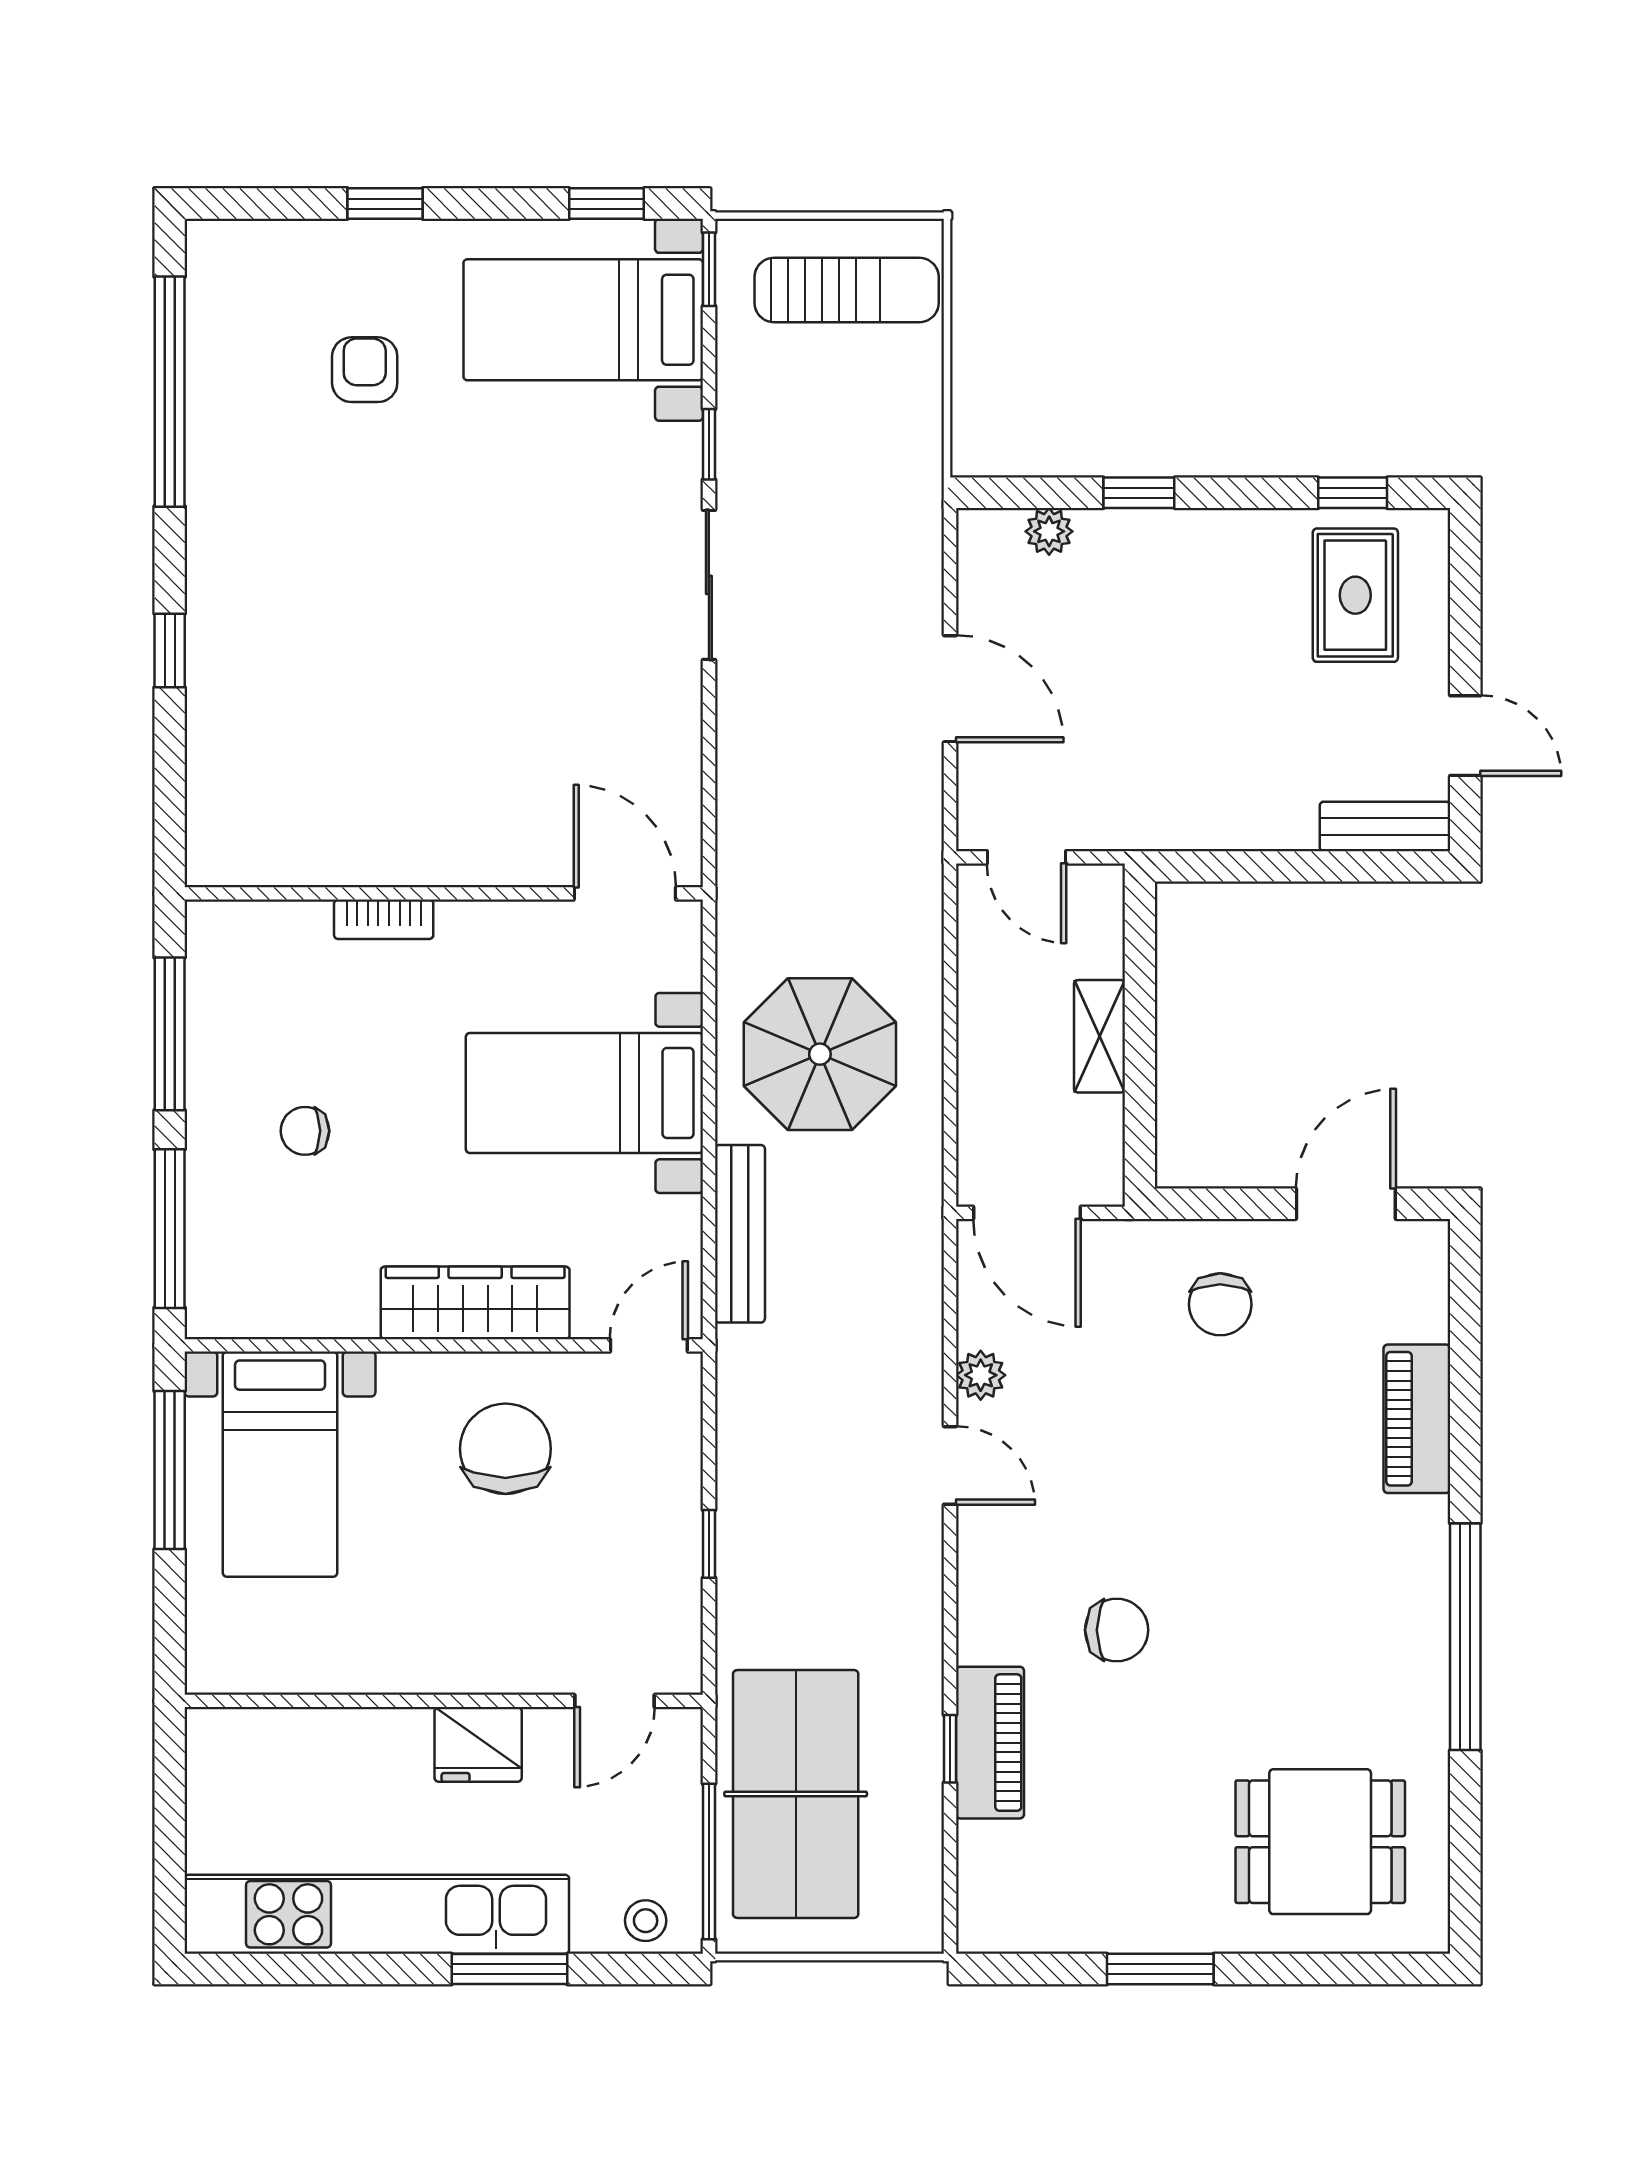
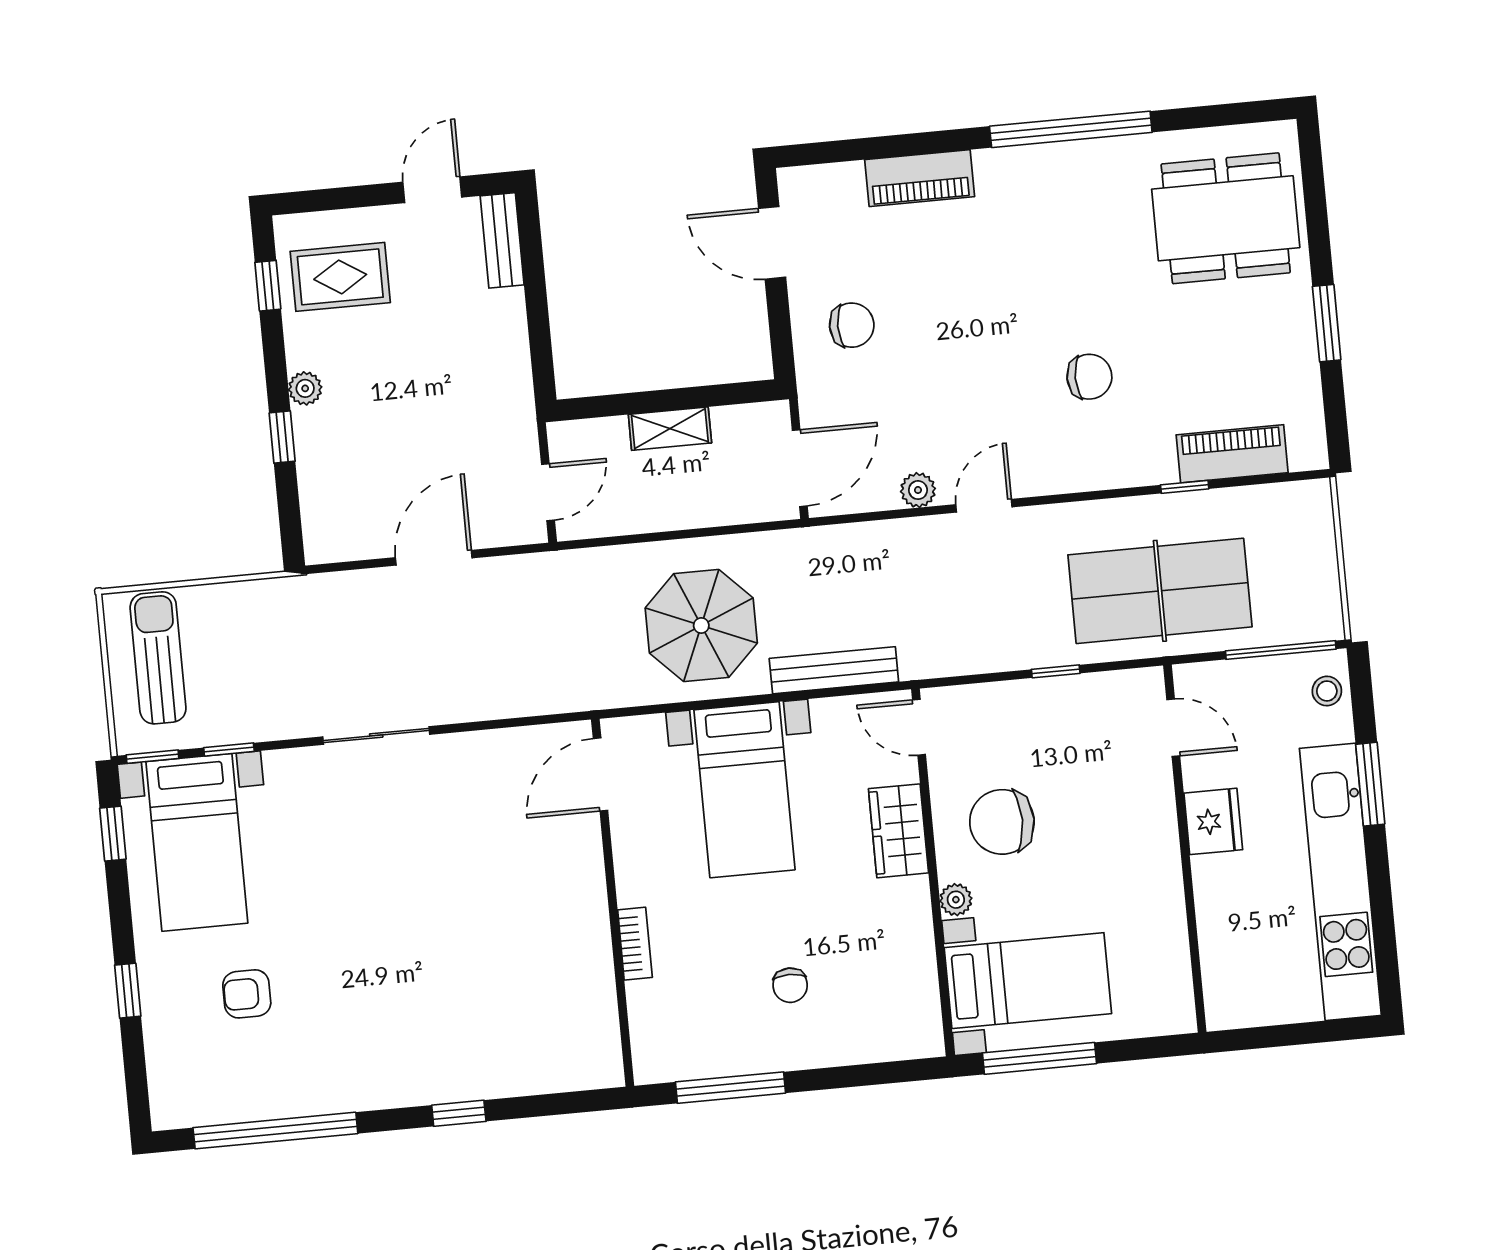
window: (709, 444) -> (229, 749), moved
plant: (1049, 531) -> (305, 388), moved
window: (170, 1229) -> (868, 1075), removed
wardrobe: (475, 1303) -> (898, 831), width x0.67
plant: (403, 1374) -> (956, 900), added
chair: (1117, 1630) -> (1089, 377), turned 90
piano: (990, 1743) -> (1232, 454), moved
table tennis table: (796, 1794) -> (1160, 591), moved
dining table: (1320, 1842) -> (1226, 218), width x1.38

